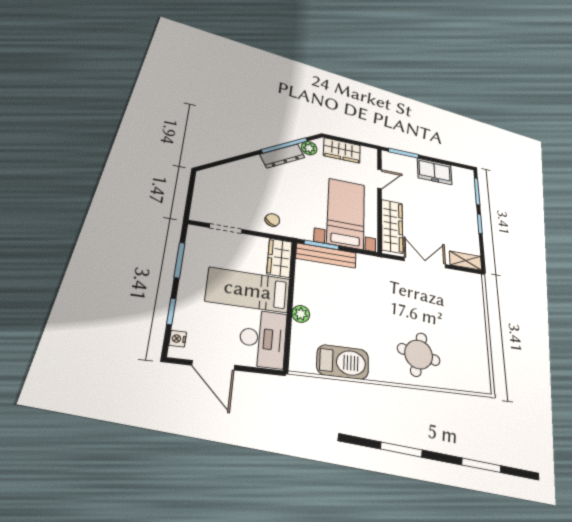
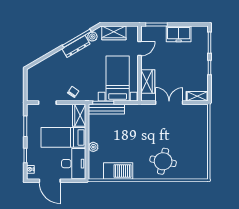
wardrobe: (392, 226) -> (148, 81), width x0.67

